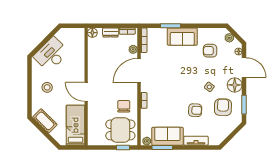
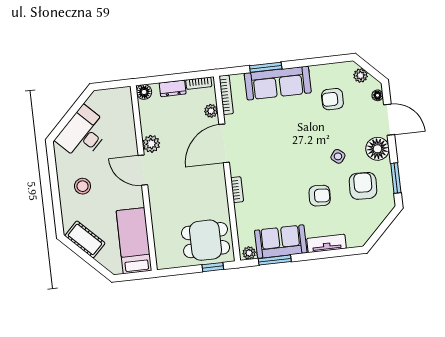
sofa: (182, 37) -> (278, 83), width x1.36
plant: (93, 66) -> (151, 144), added
door: (86, 92) -> (143, 170), moved
chair: (124, 106) -> (207, 202), removed

